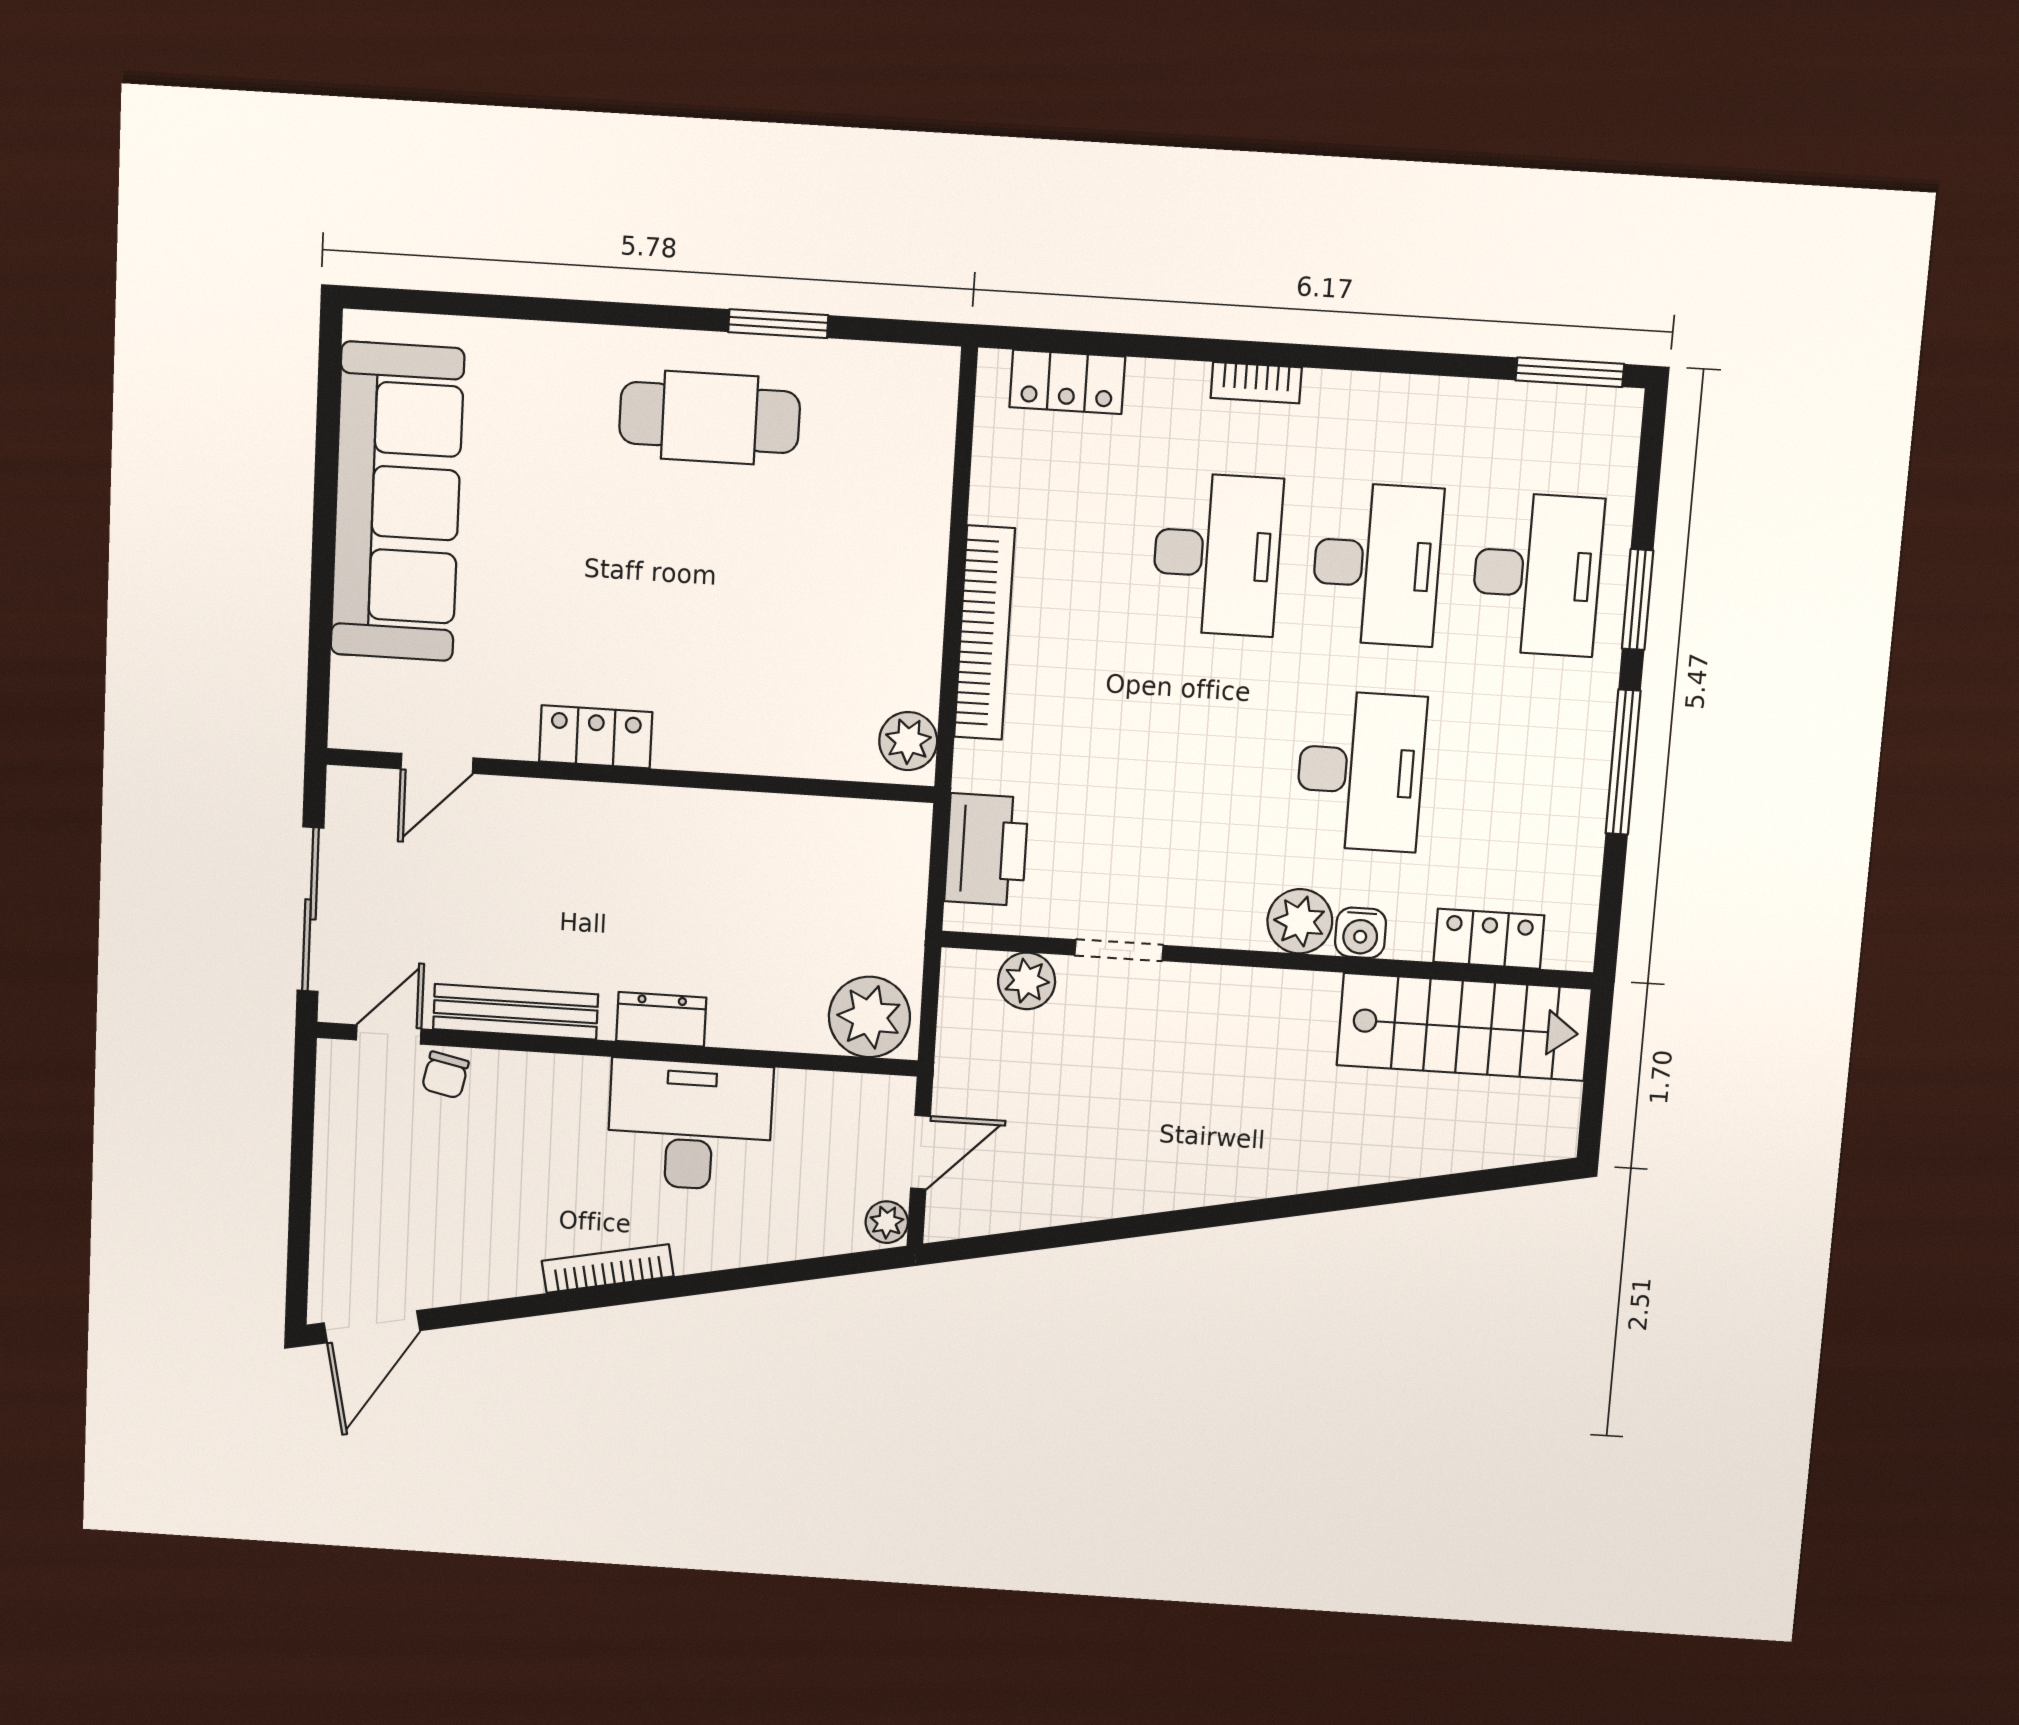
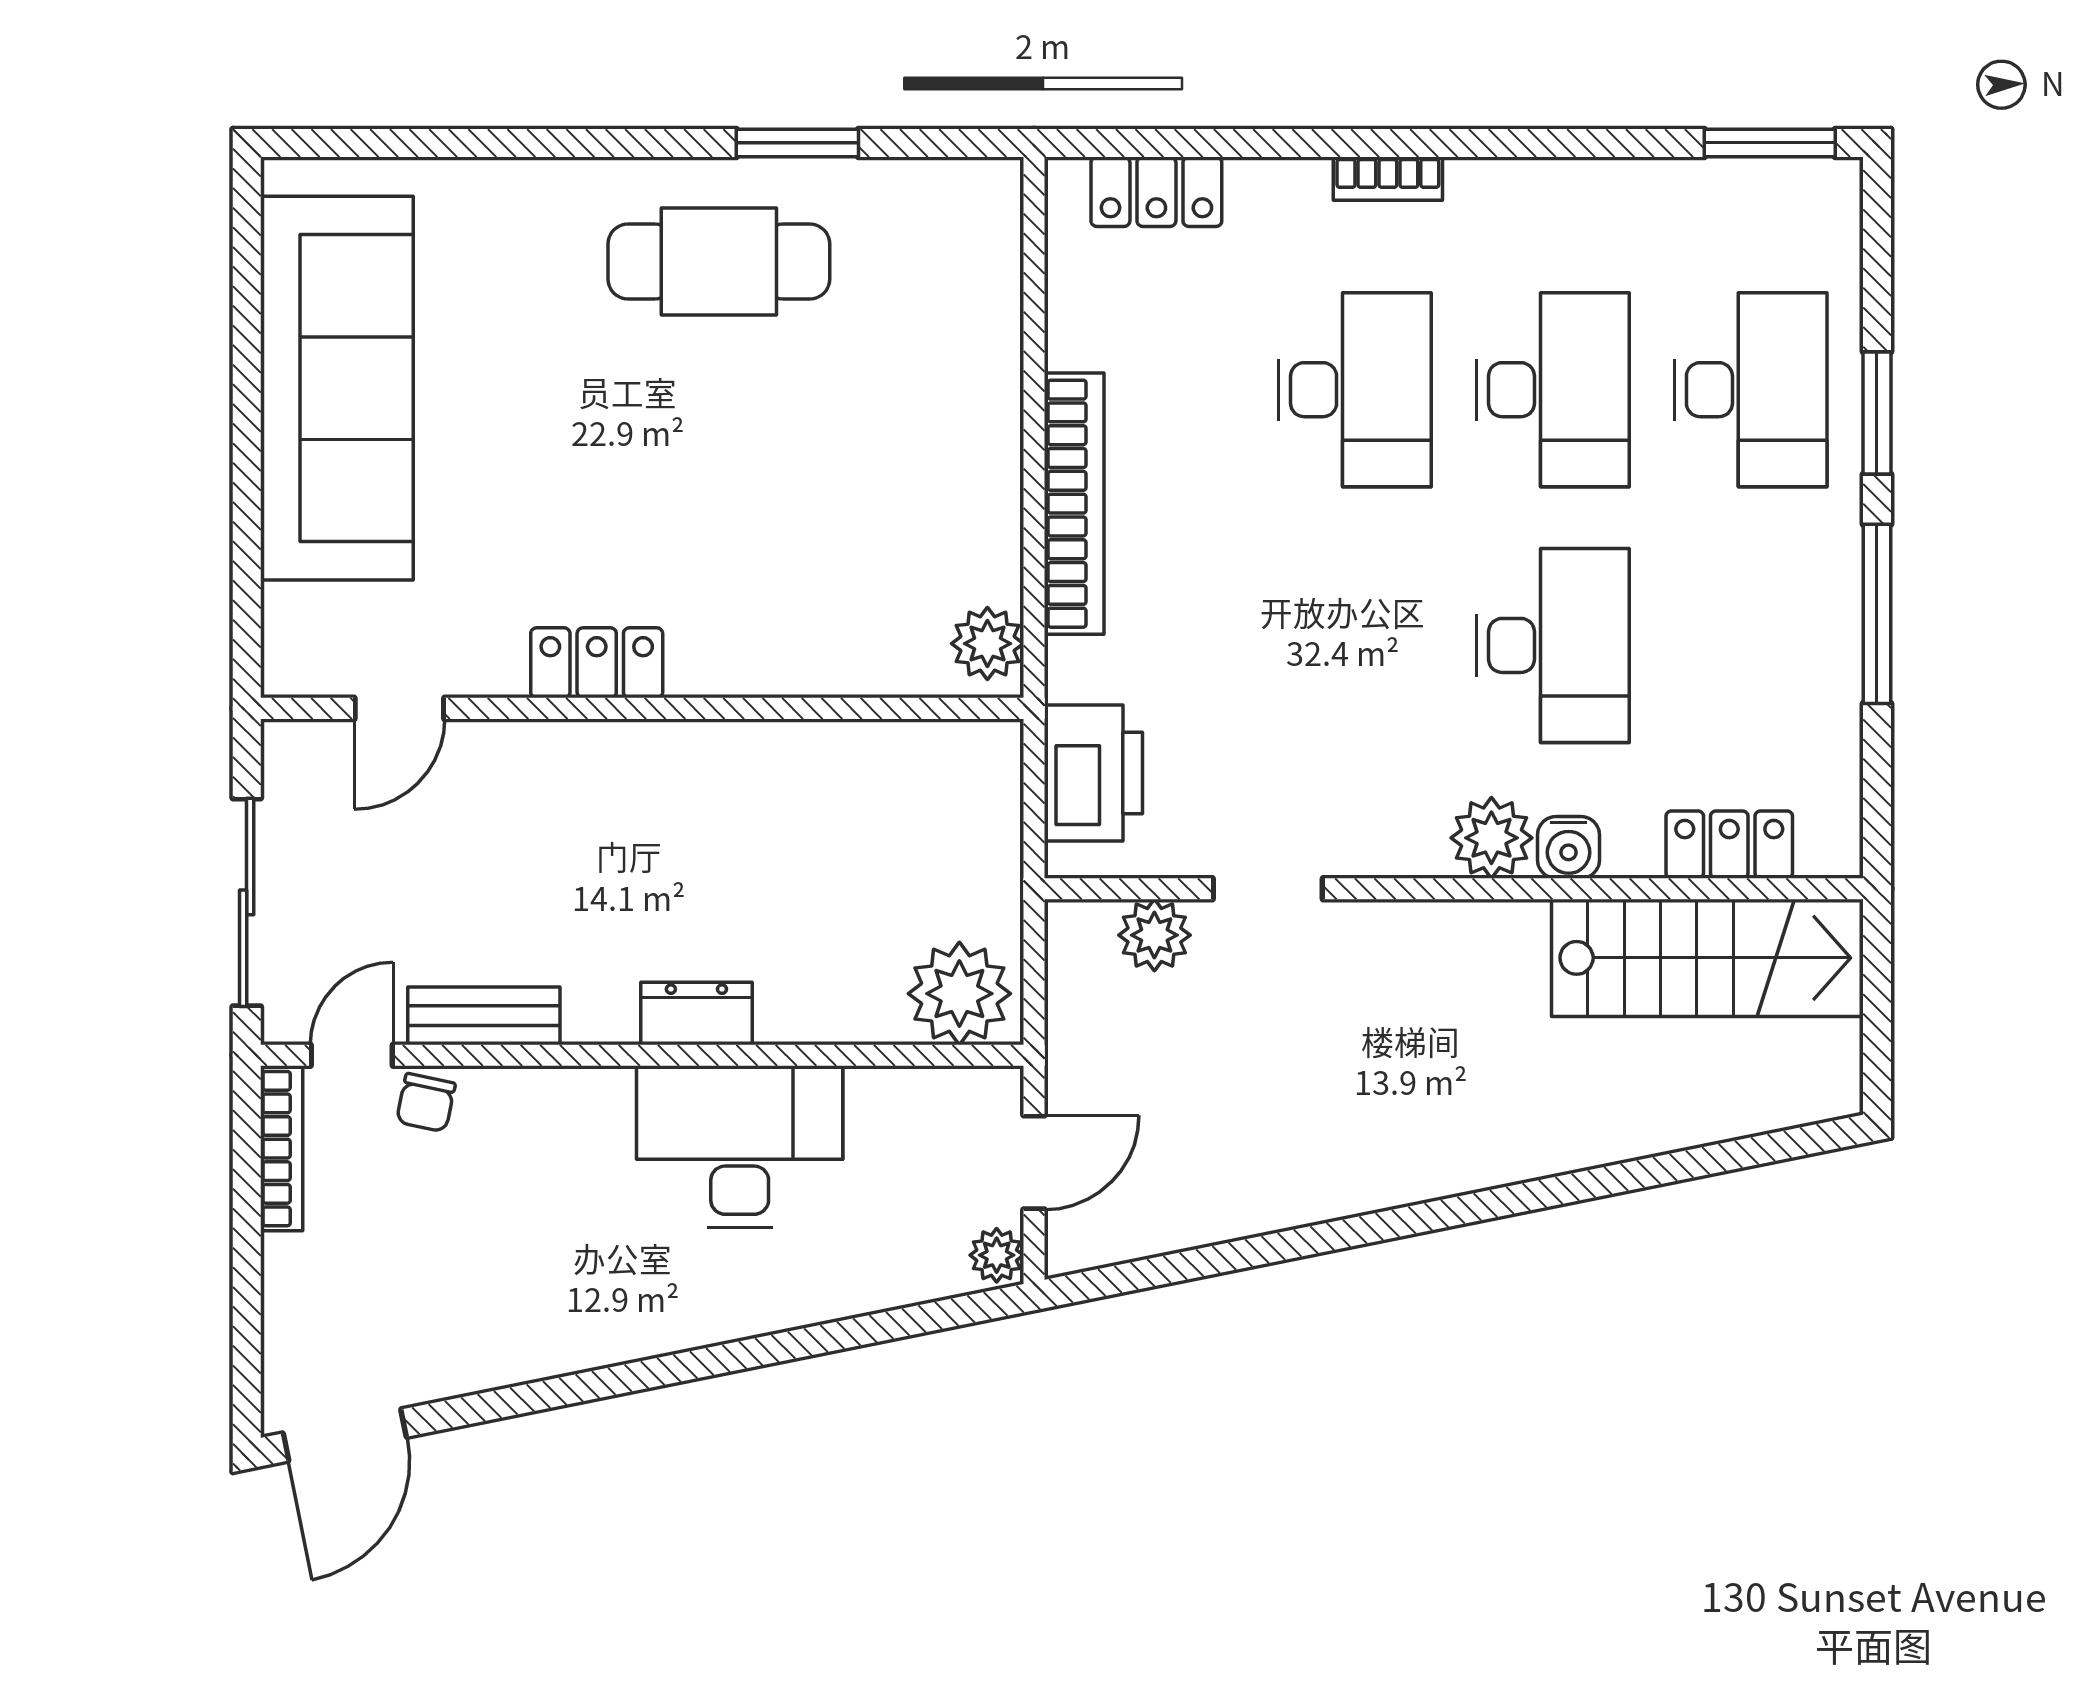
bench: (516, 1012) -> (484, 1016), width x0.73
bookcase: (608, 1269) -> (282, 1149), moved, turned 101

